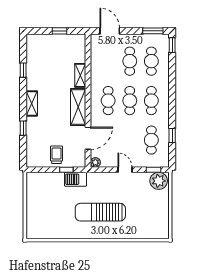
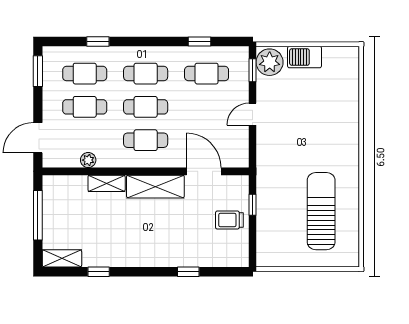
window: (60, 31) -> (38, 215), width x2.17
window: (172, 45) -> (98, 41), moved
shelving: (32, 103) -> (62, 258), moved
plant: (95, 162) -> (88, 160), moved
barbecue: (75, 179) -> (305, 57), moved, turned 90
sun lounger: (100, 212) -> (321, 211), moved, turned 180

